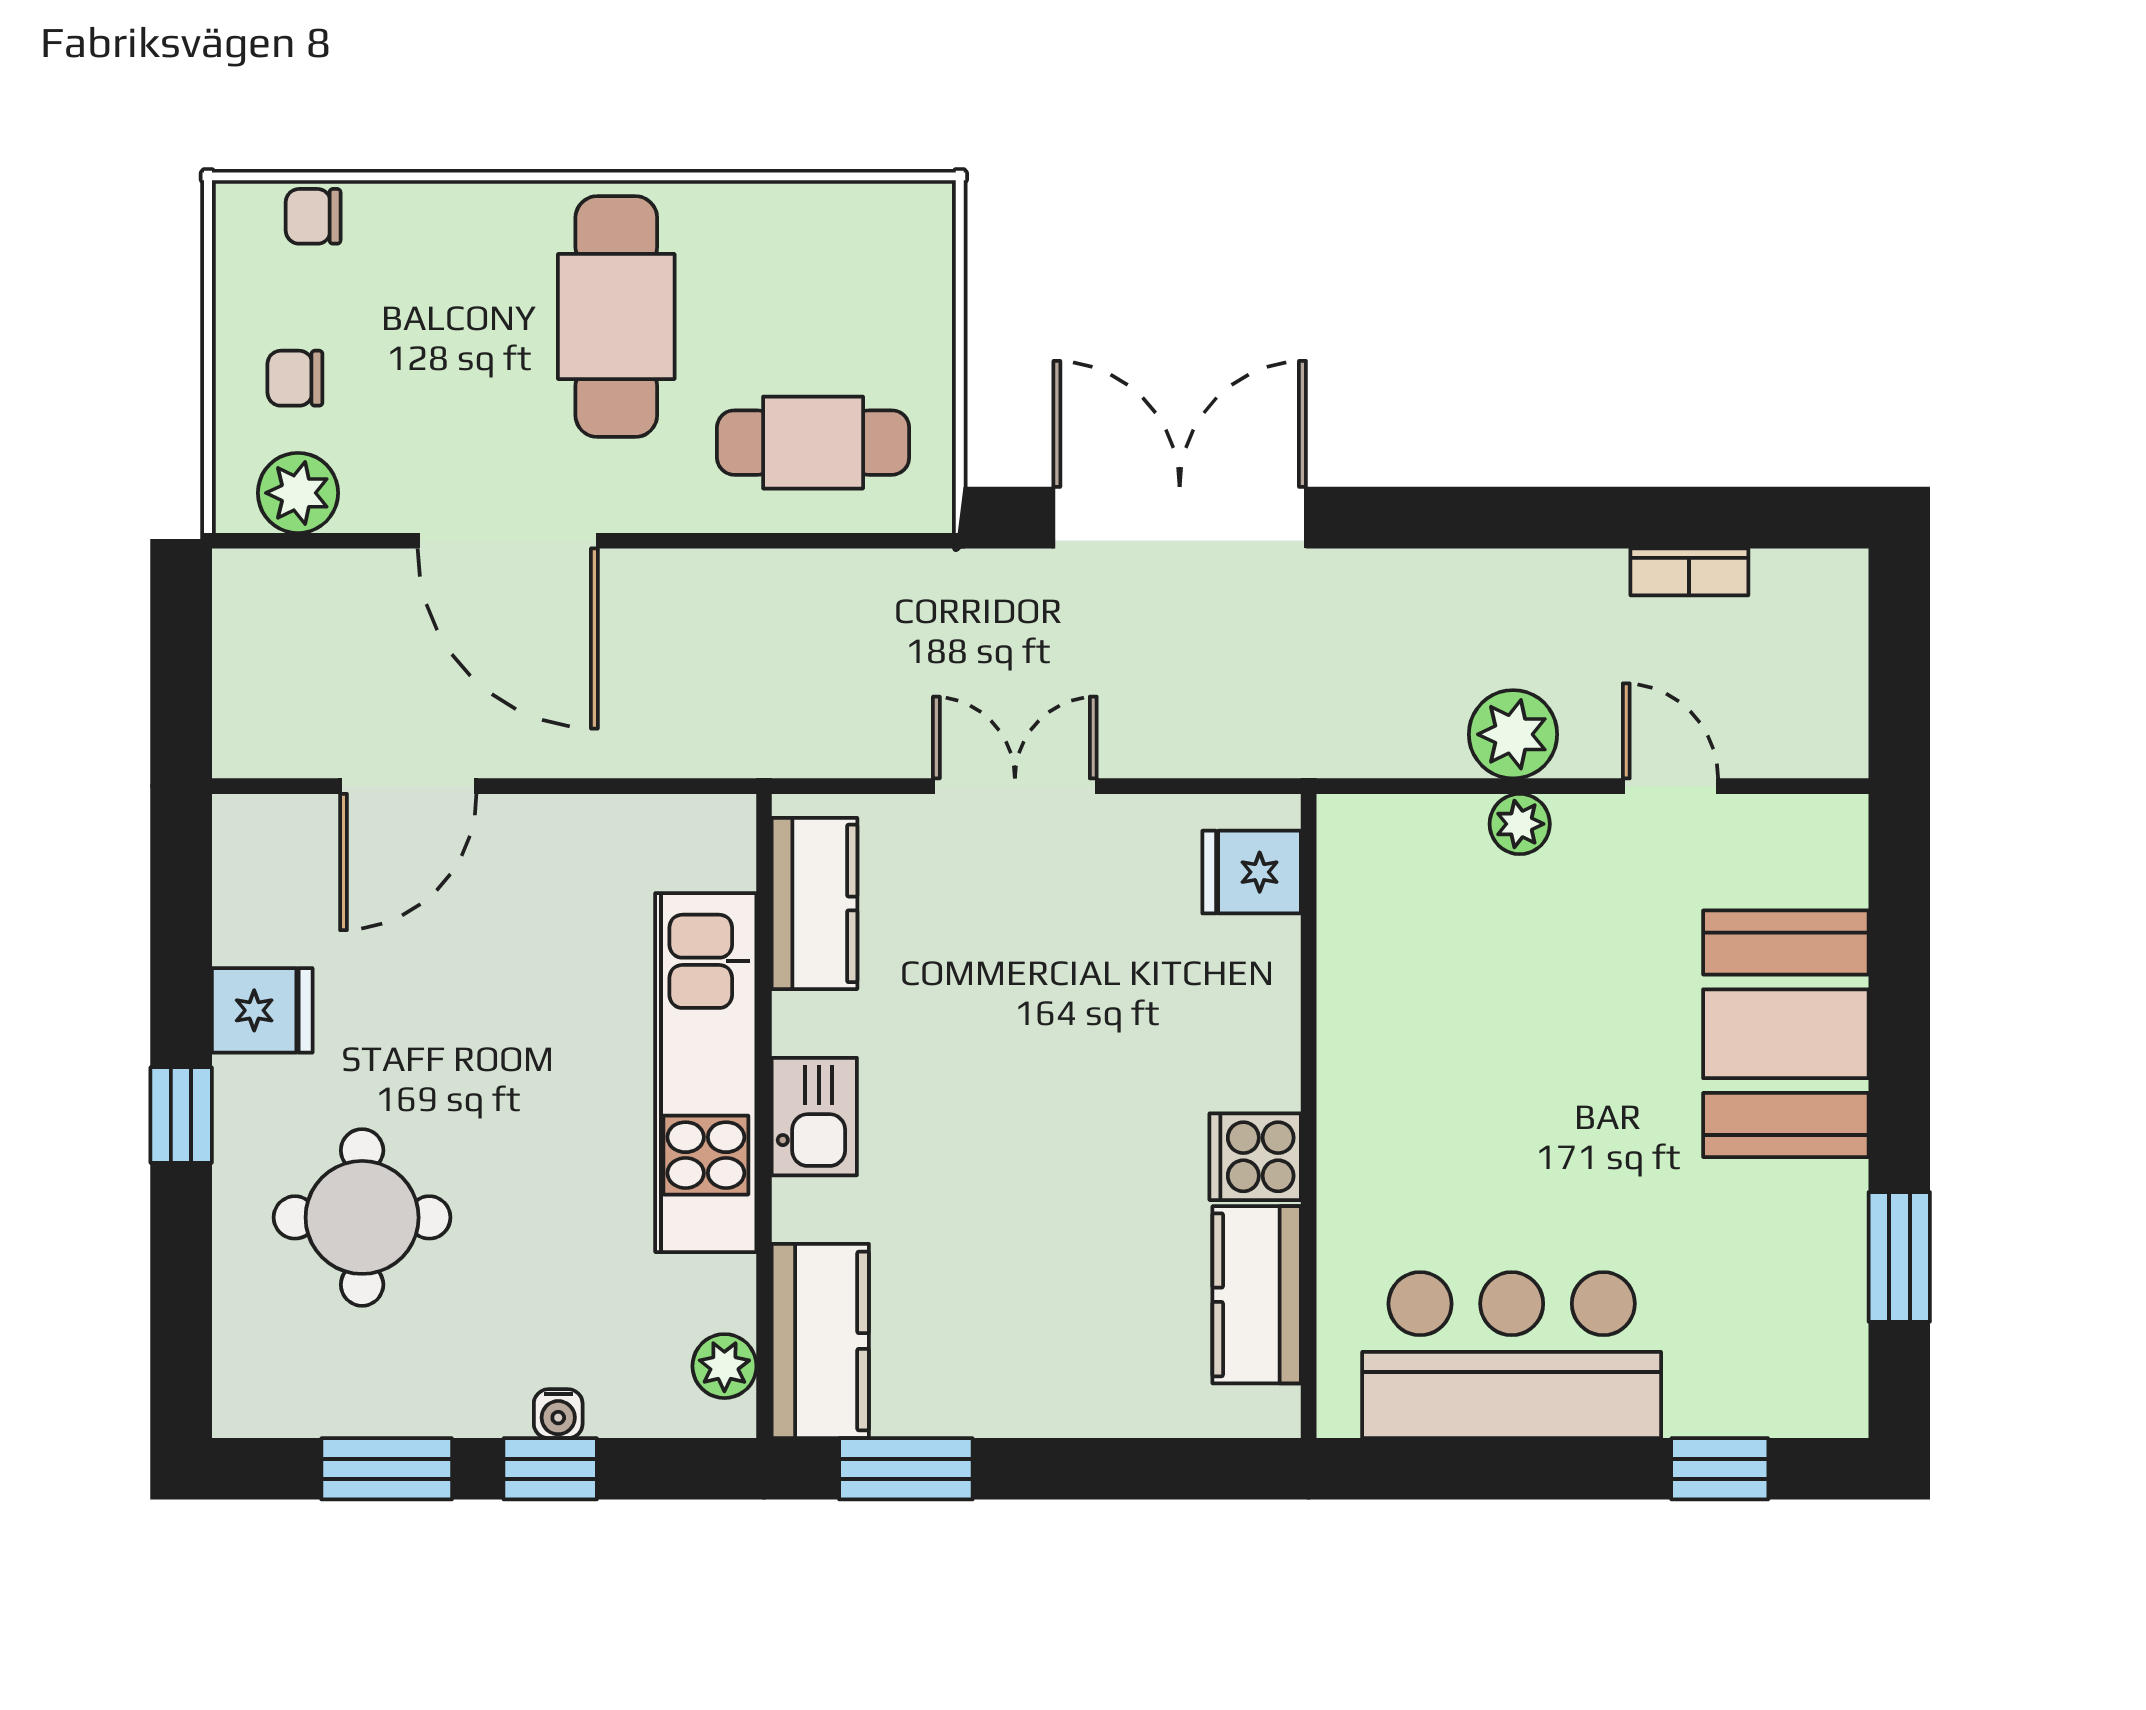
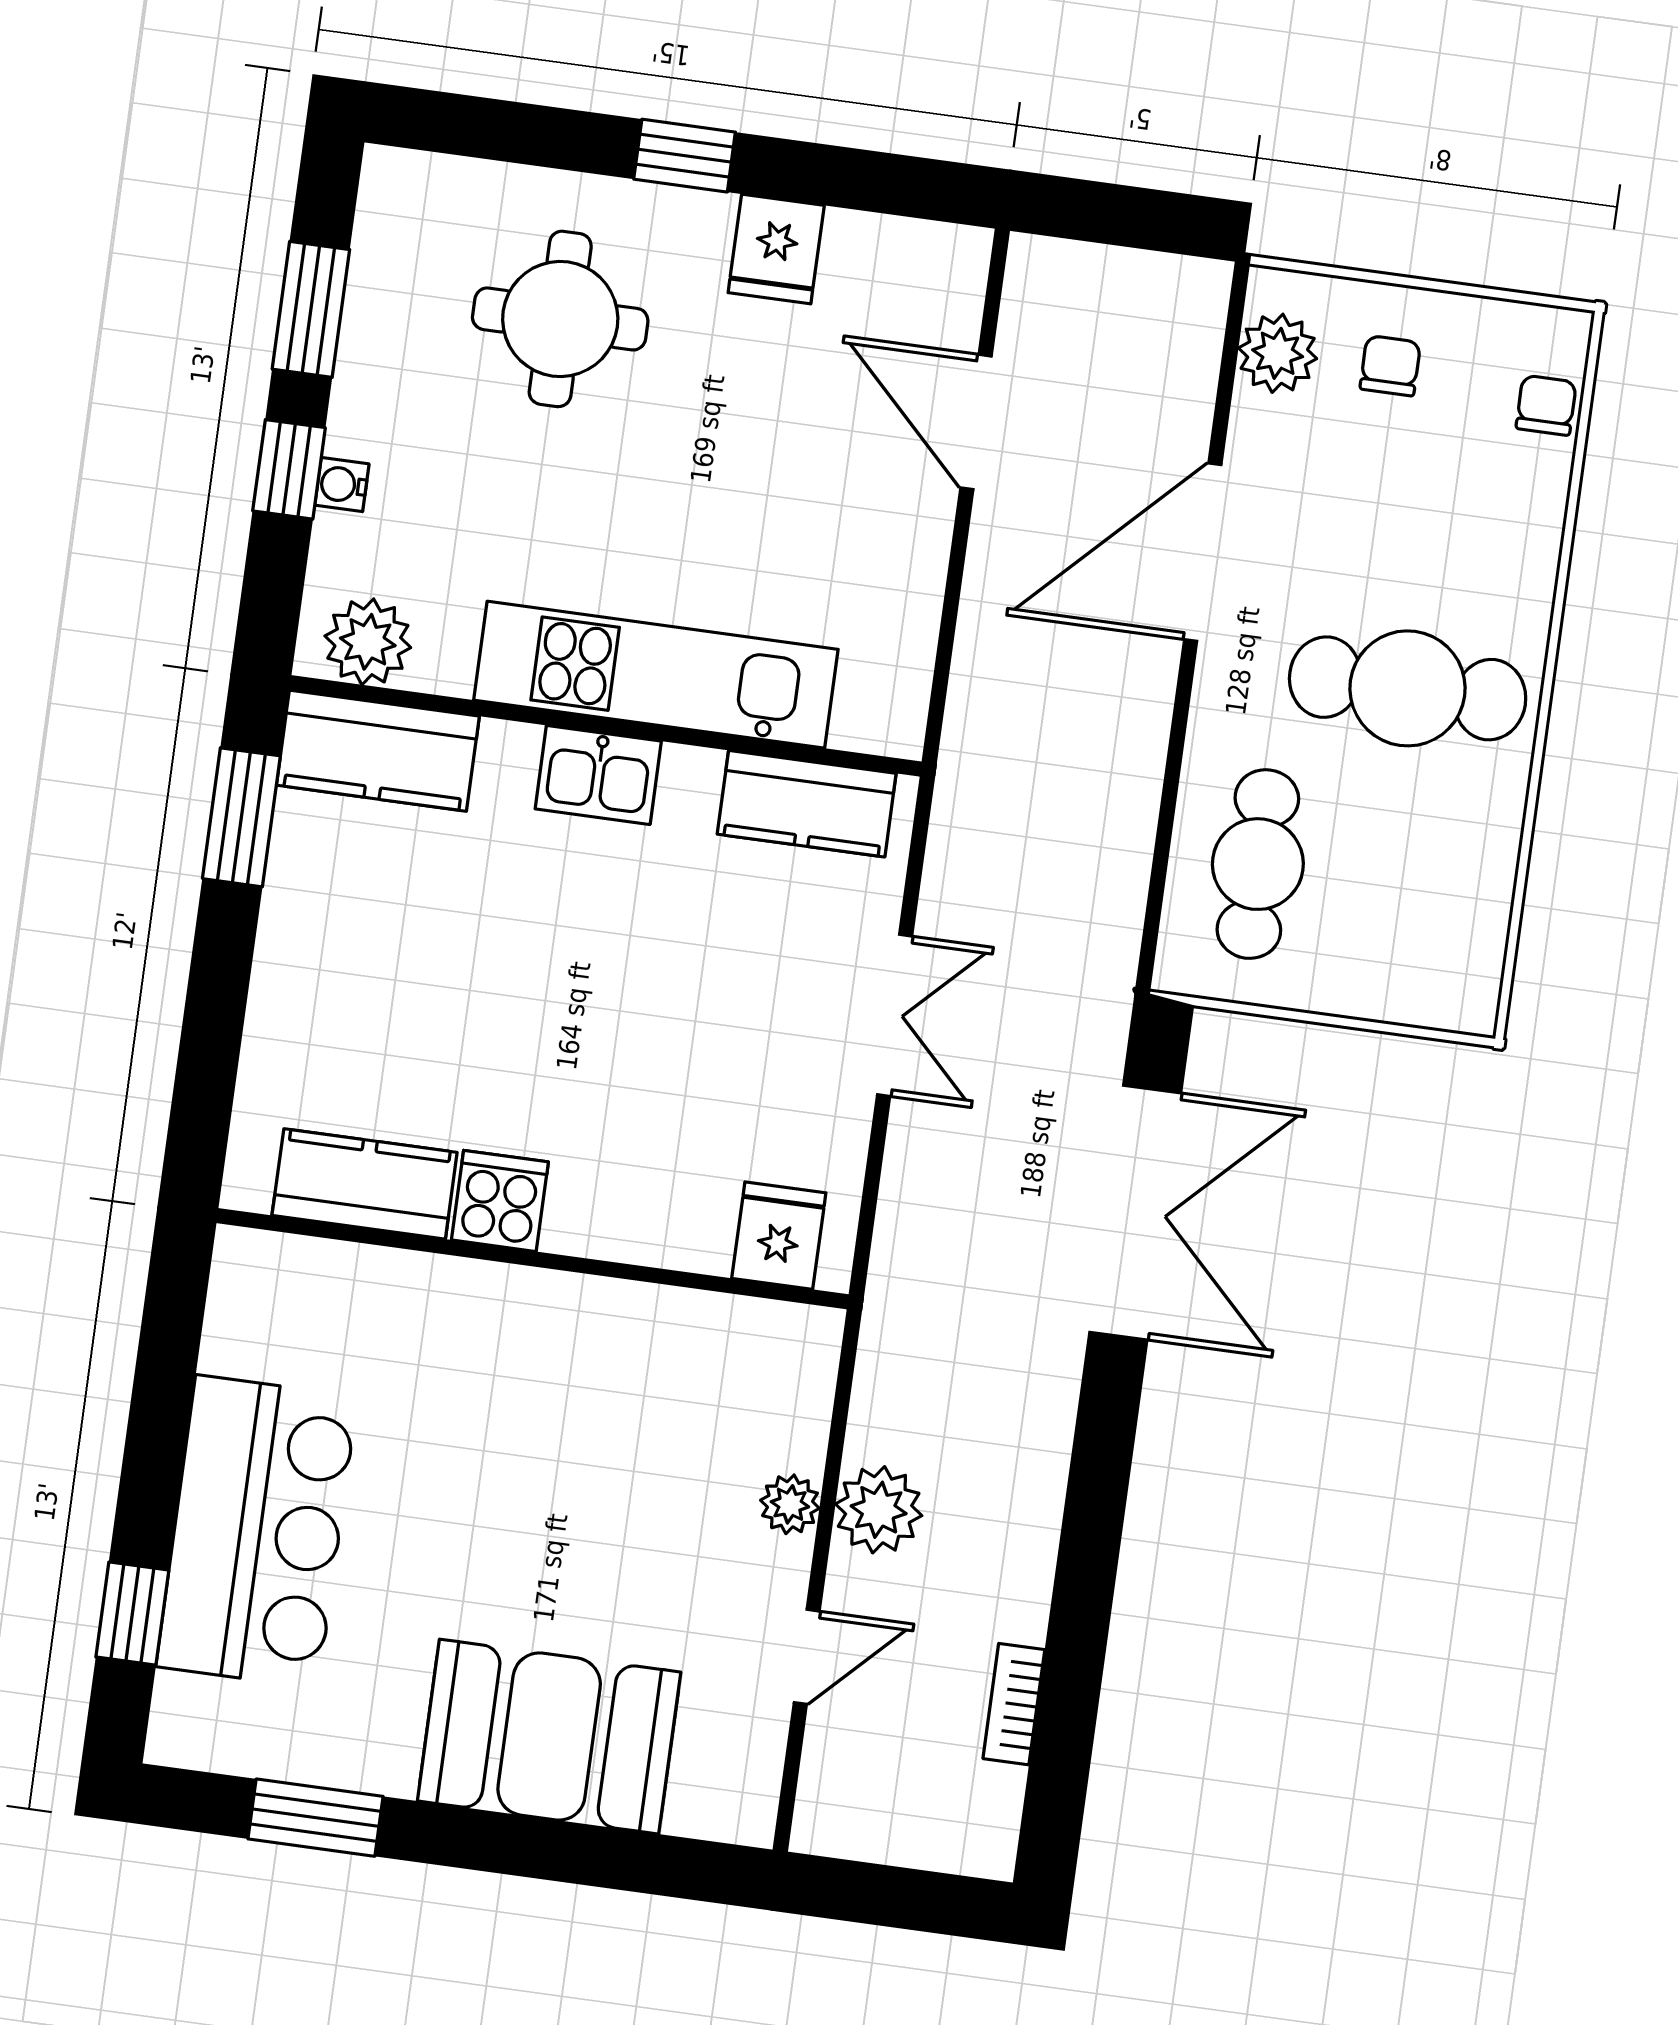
bar counter: (1512, 1355) -> (257, 1532), moved
plant: (724, 1366) -> (368, 642), width x1.38, depth x1.38

